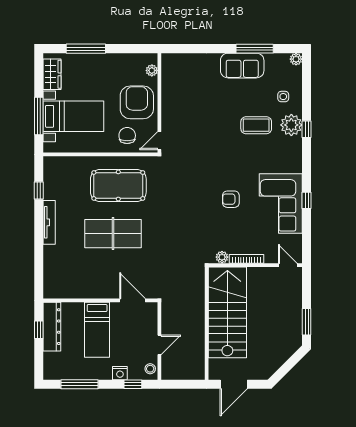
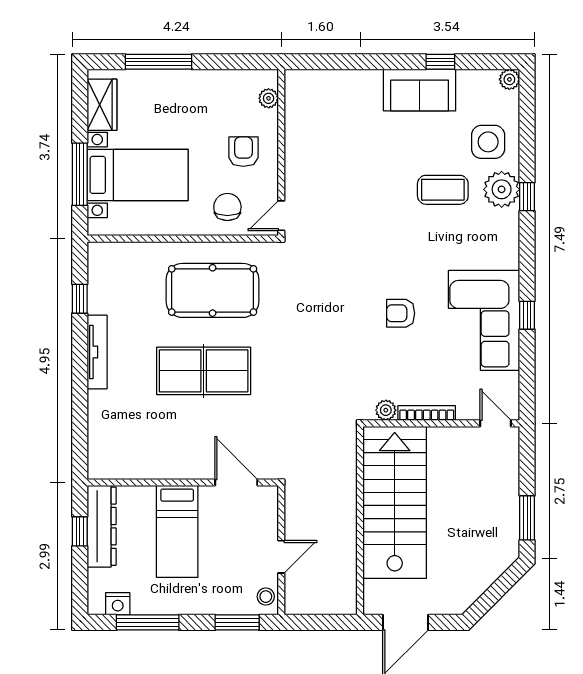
window: (255, 49) -> (440, 62), width x0.46
side table: (283, 97) -> (488, 142), width x1.87, depth x1.87
armchair: (137, 102) -> (243, 152), width x0.53, depth x0.53
nightstand: (120, 373) -> (118, 604), moved
window: (133, 384) -> (237, 622), width x1.50

